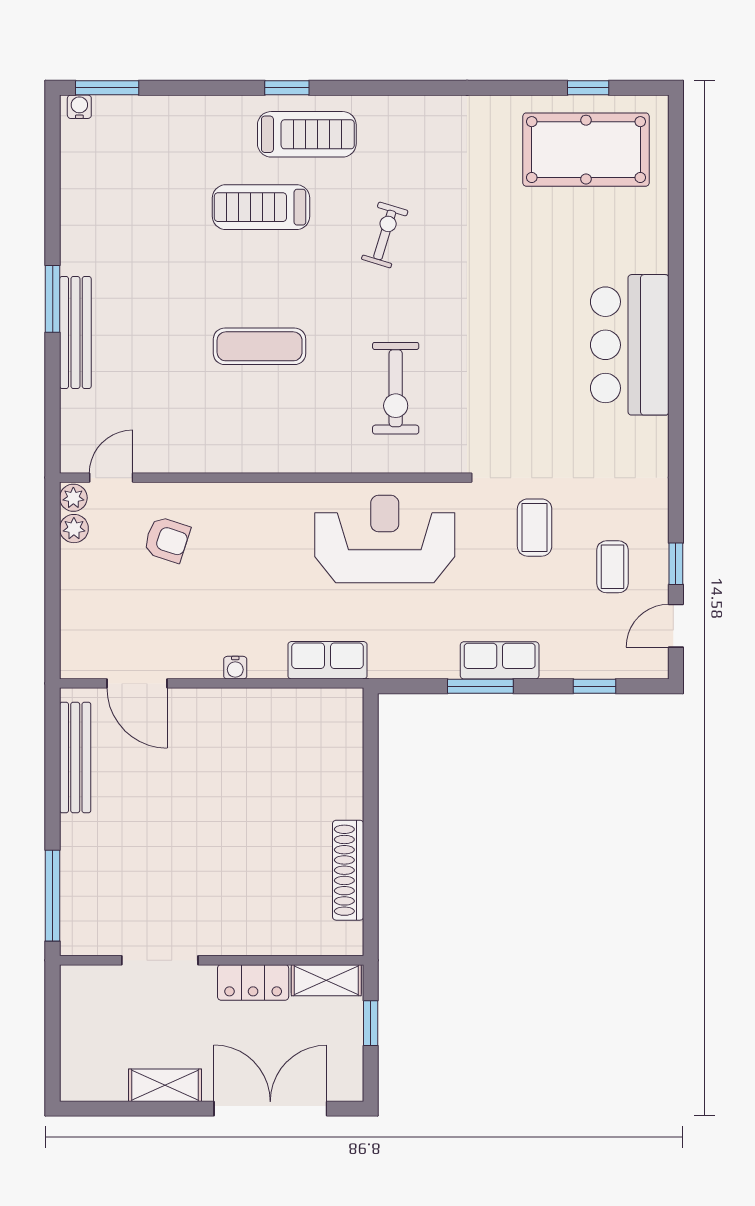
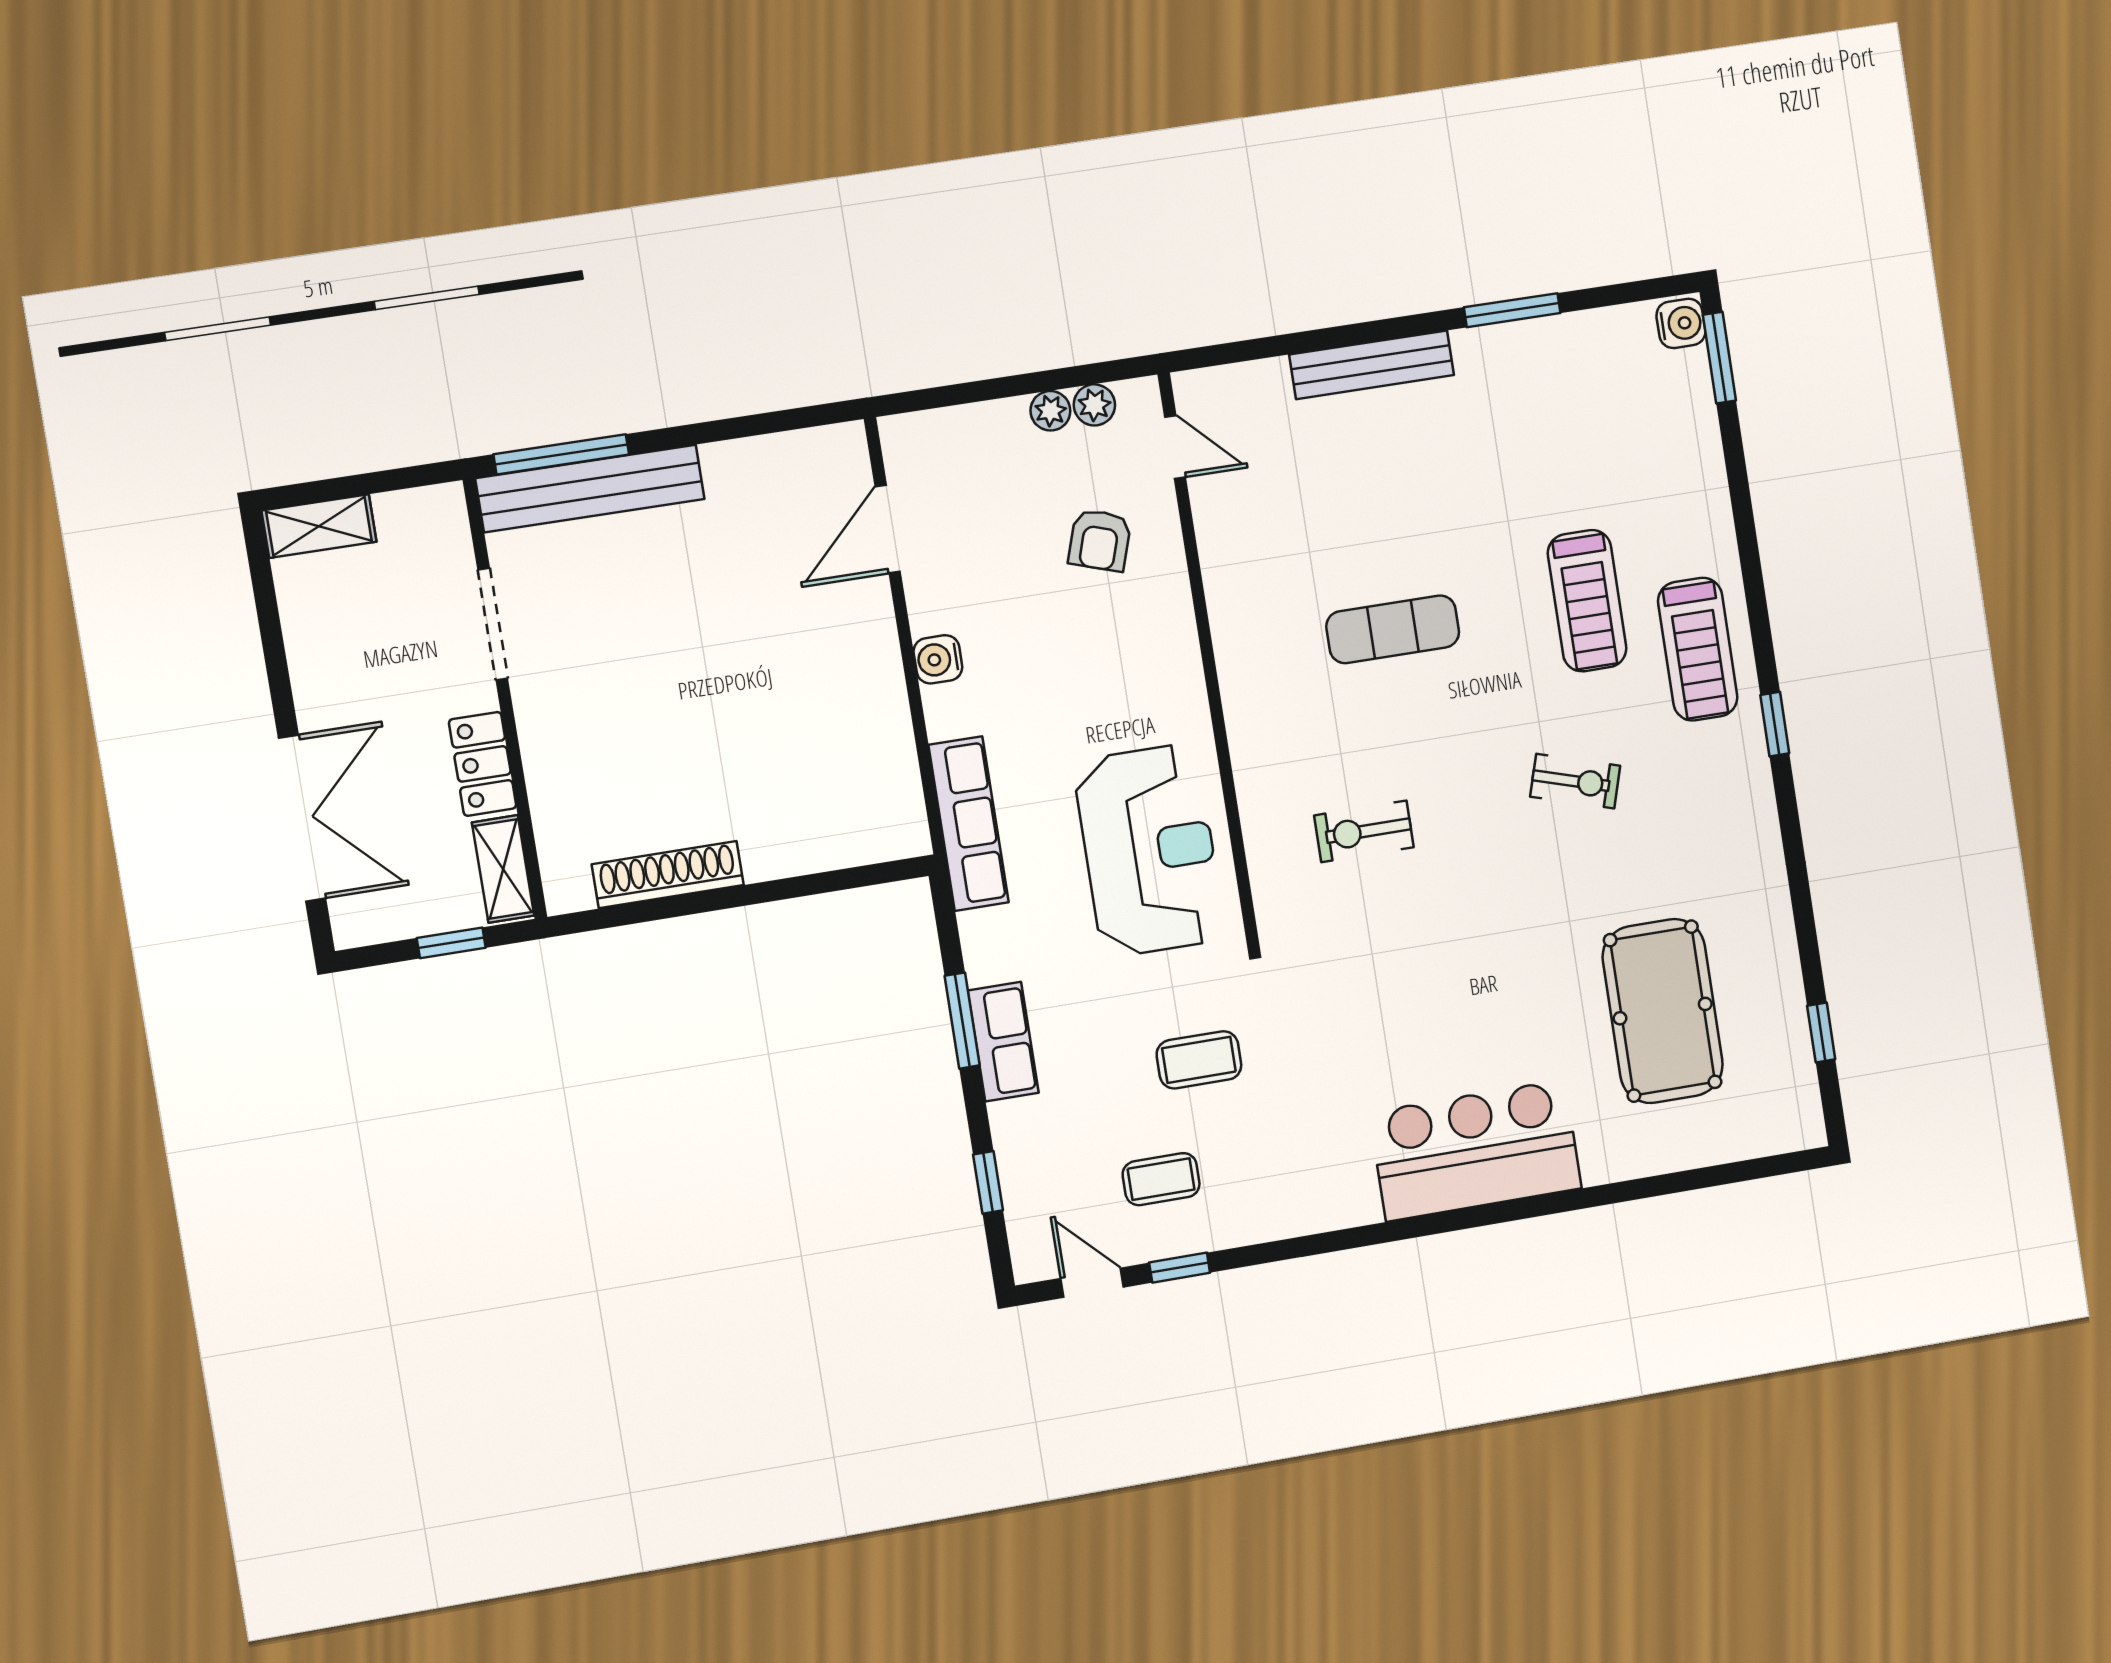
window: (287, 88) -> (1775, 724), moved
water cooler: (79, 107) -> (1681, 323), width x1.38, depth x1.38
pool table: (586, 150) -> (1663, 1011), moved
treadmill: (261, 207) -> (1587, 601), turned 180
window: (53, 299) -> (1512, 310), moved
exercise mat: (260, 346) -> (1393, 629), turned 90
exercise bike: (396, 388) -> (1364, 831), width x0.73, depth x0.72
plant: (73, 498) -> (1050, 411), moved
row of seats: (327, 660) -> (969, 824), width x1.48
water cooler: (235, 668) -> (938, 659), width x1.38, depth x1.38
bench: (75, 757) -> (590, 489), moved, width x1.37, depth x1.21
shelving: (165, 1085) -> (319, 526), moved, turned 90

